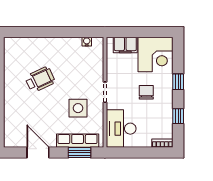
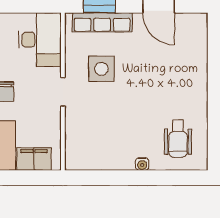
water cooler: (87, 42) -> (142, 164), moved
wheelchair: (40, 79) -> (178, 139), moved, turned -65

